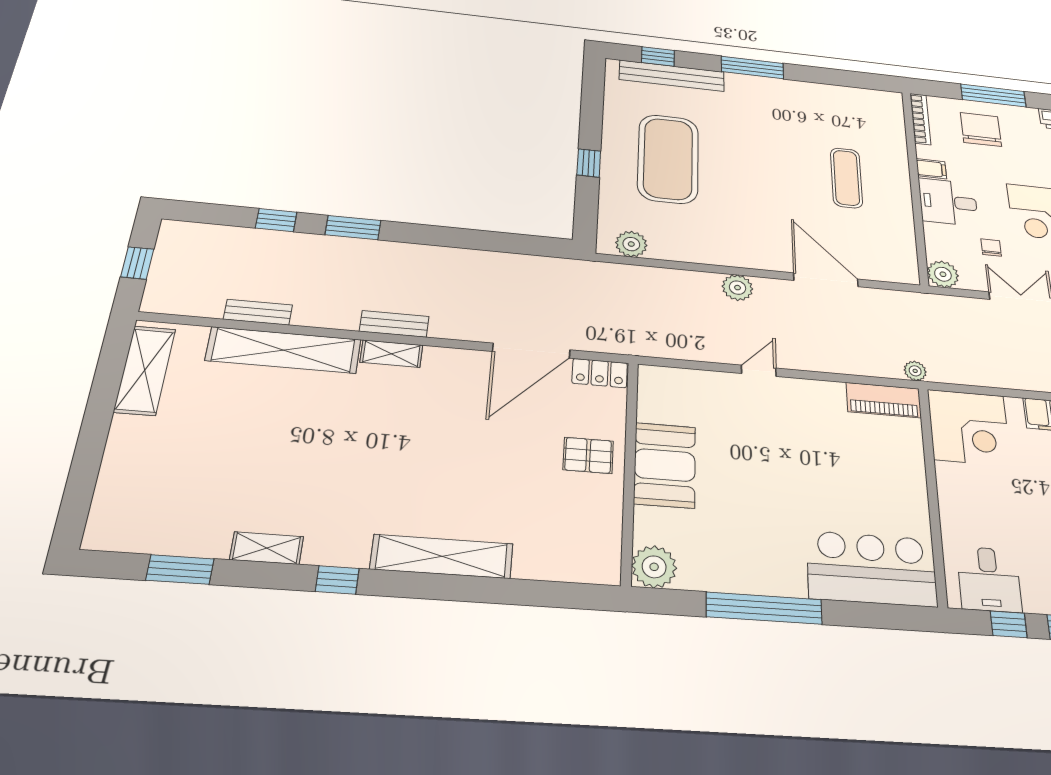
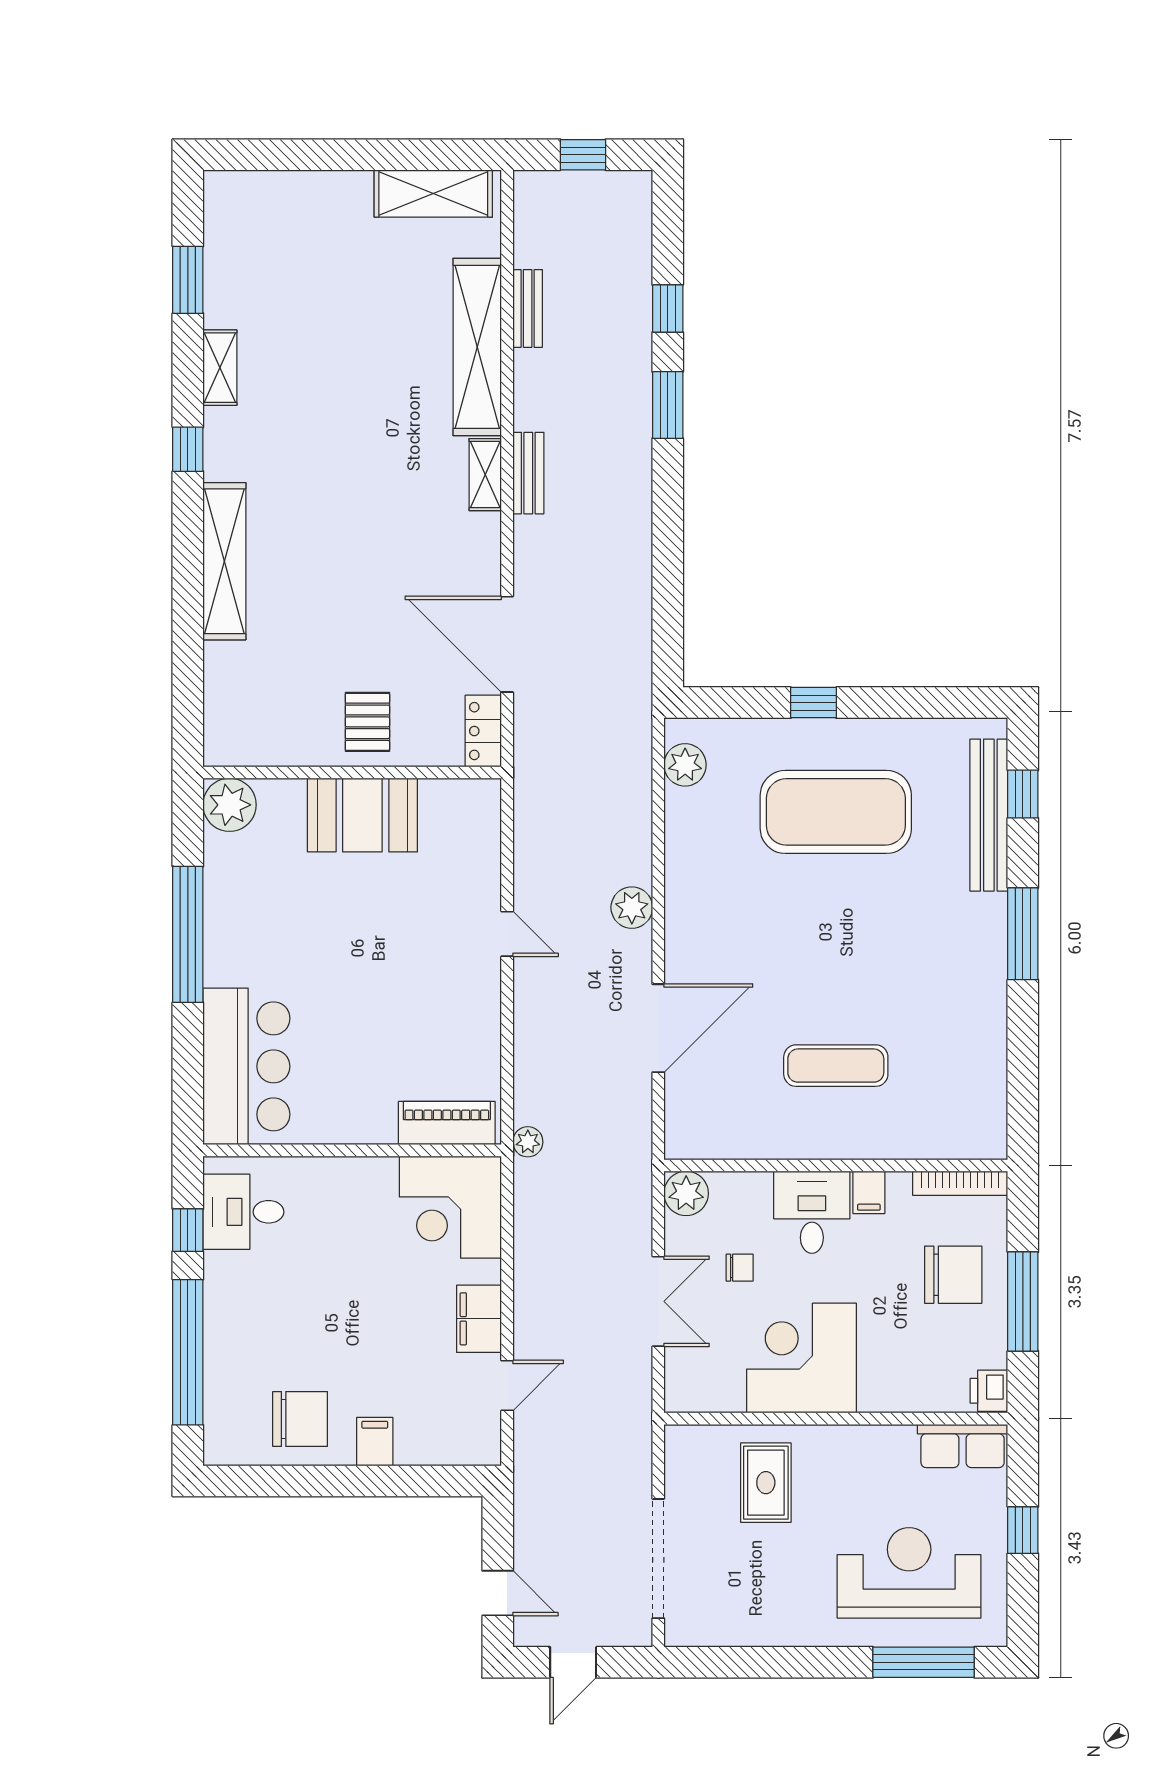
piano: (884, 400) -> (447, 1123), moved, turned 90

